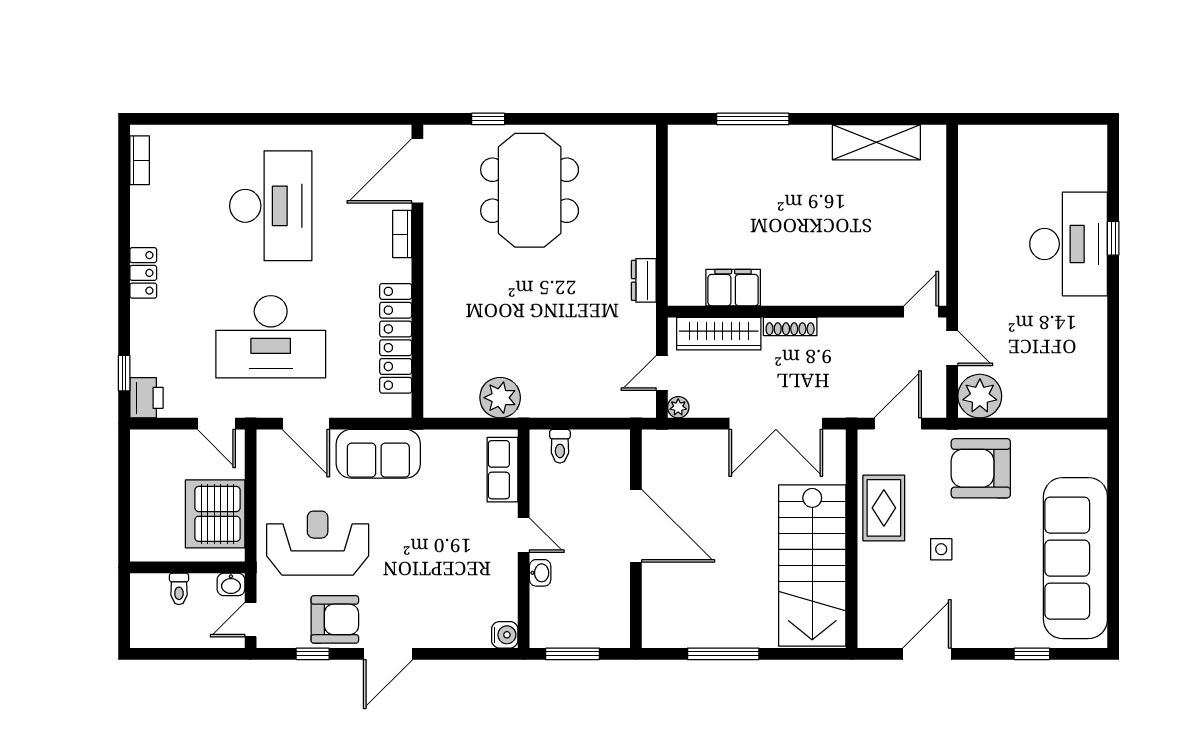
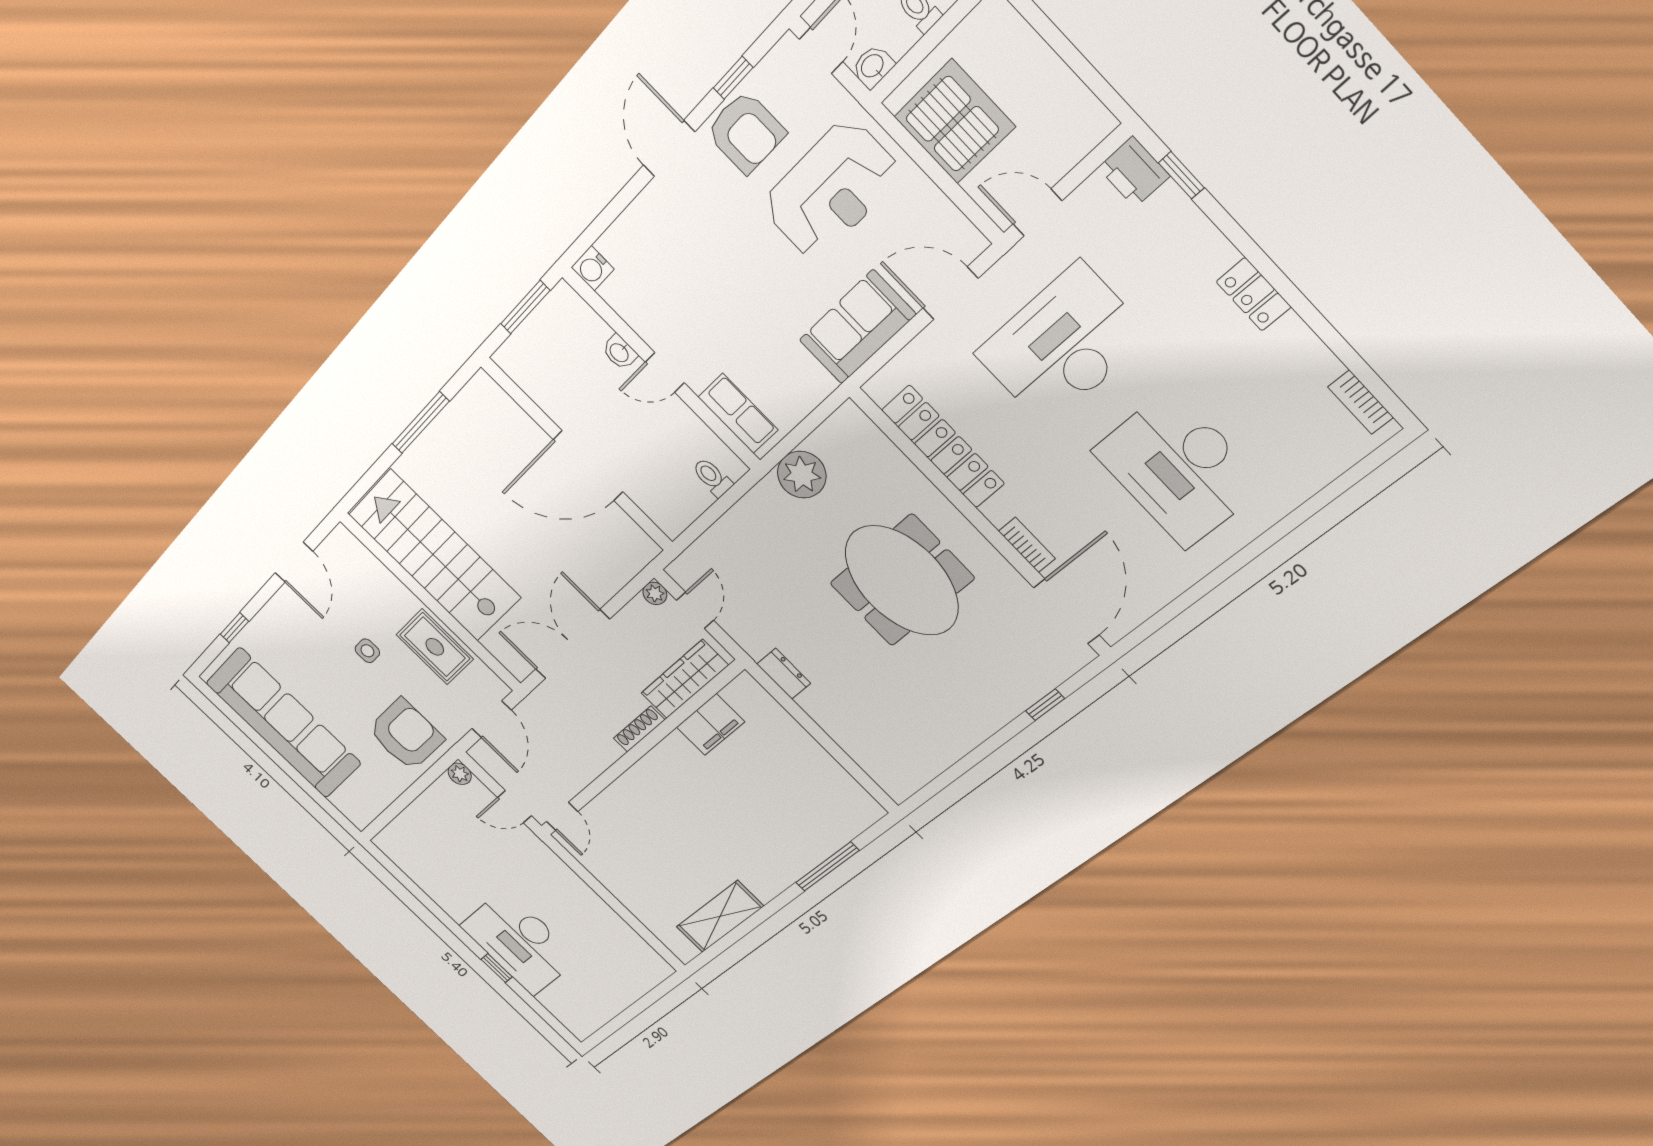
meeting table: (530, 190) -> (902, 581), moved
plant: (980, 396) -> (460, 774), width x0.53, depth x0.53
armchair: (335, 619) -> (746, 132), turned -90

